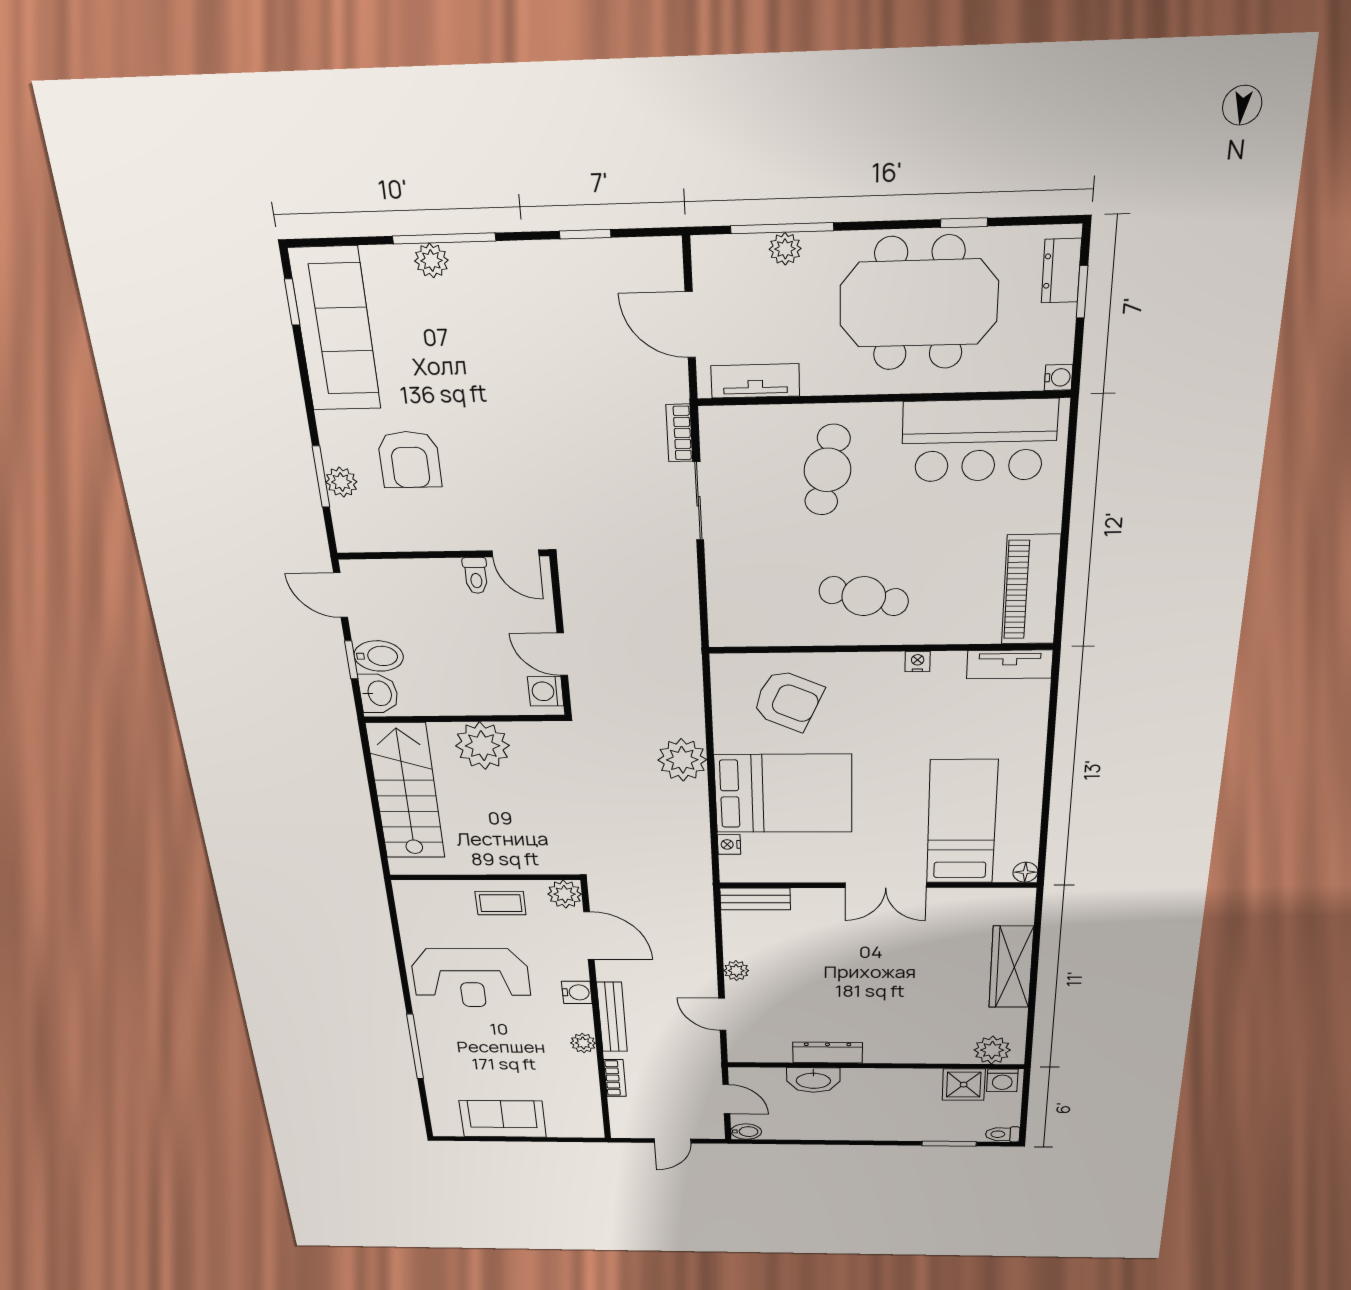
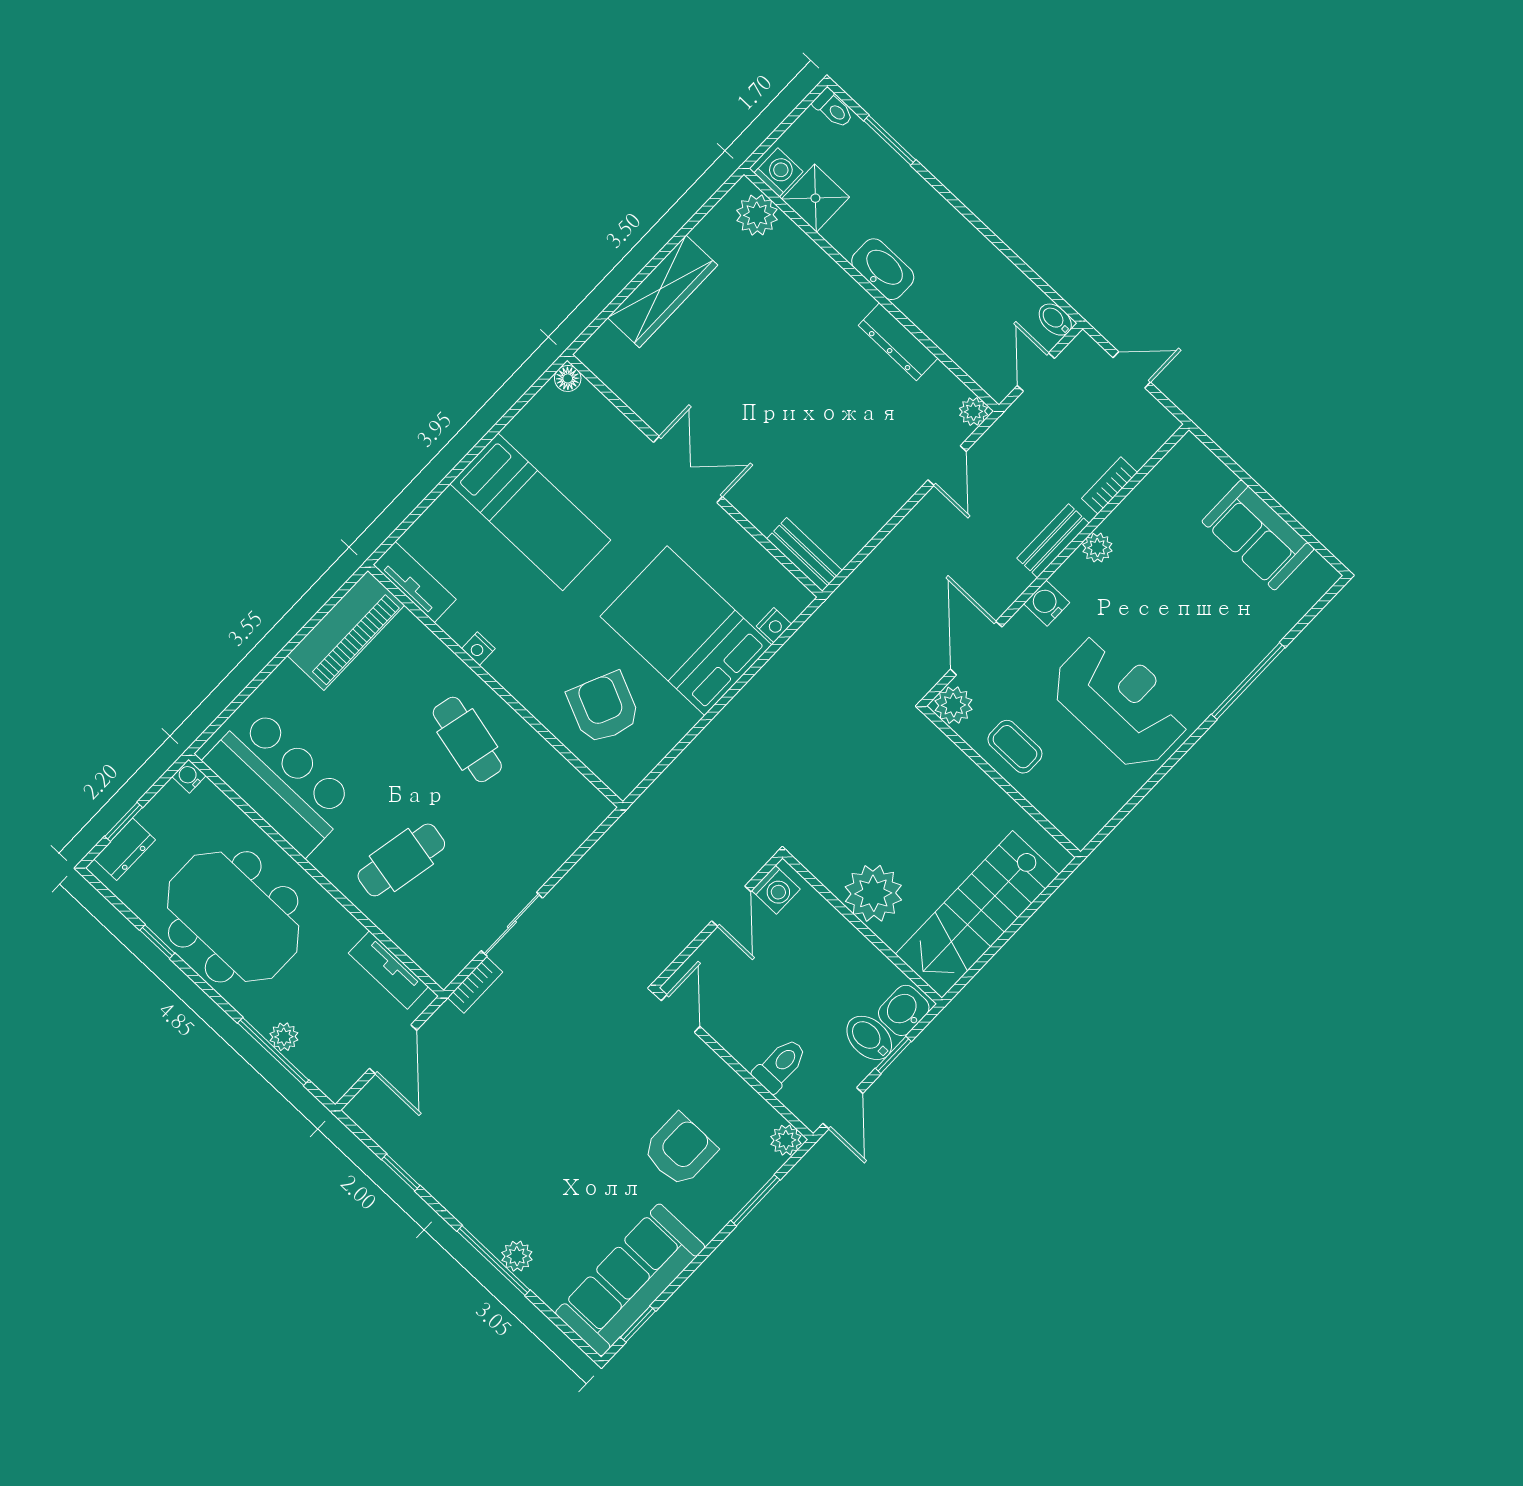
plant: (341, 482) -> (786, 1140), moved
toilet: (476, 576) -> (780, 1065), moved, width x1.37, depth x1.39
plant: (682, 760) -> (733, 734), removed
bed: (962, 822) -> (530, 512), moved, turned -90
plant: (736, 971) -> (973, 412), moved
bench: (612, 1017) -> (1053, 541), width x0.73
washbasin: (813, 1080) -> (883, 269), moved

